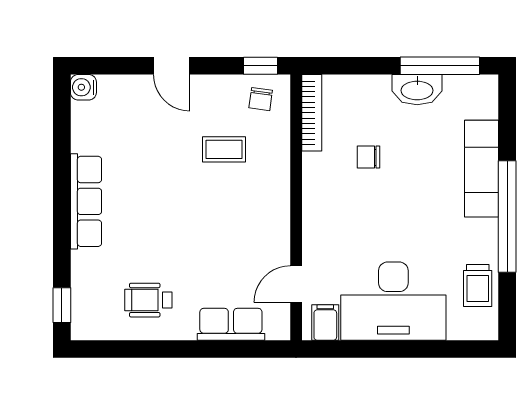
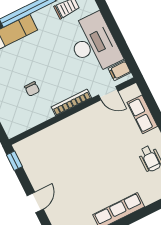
chair: (261, 99) -> (30, 153), removed
bookcase: (312, 113) -> (71, 102), moved
coffee table: (224, 149) -> (62, 158), removed

